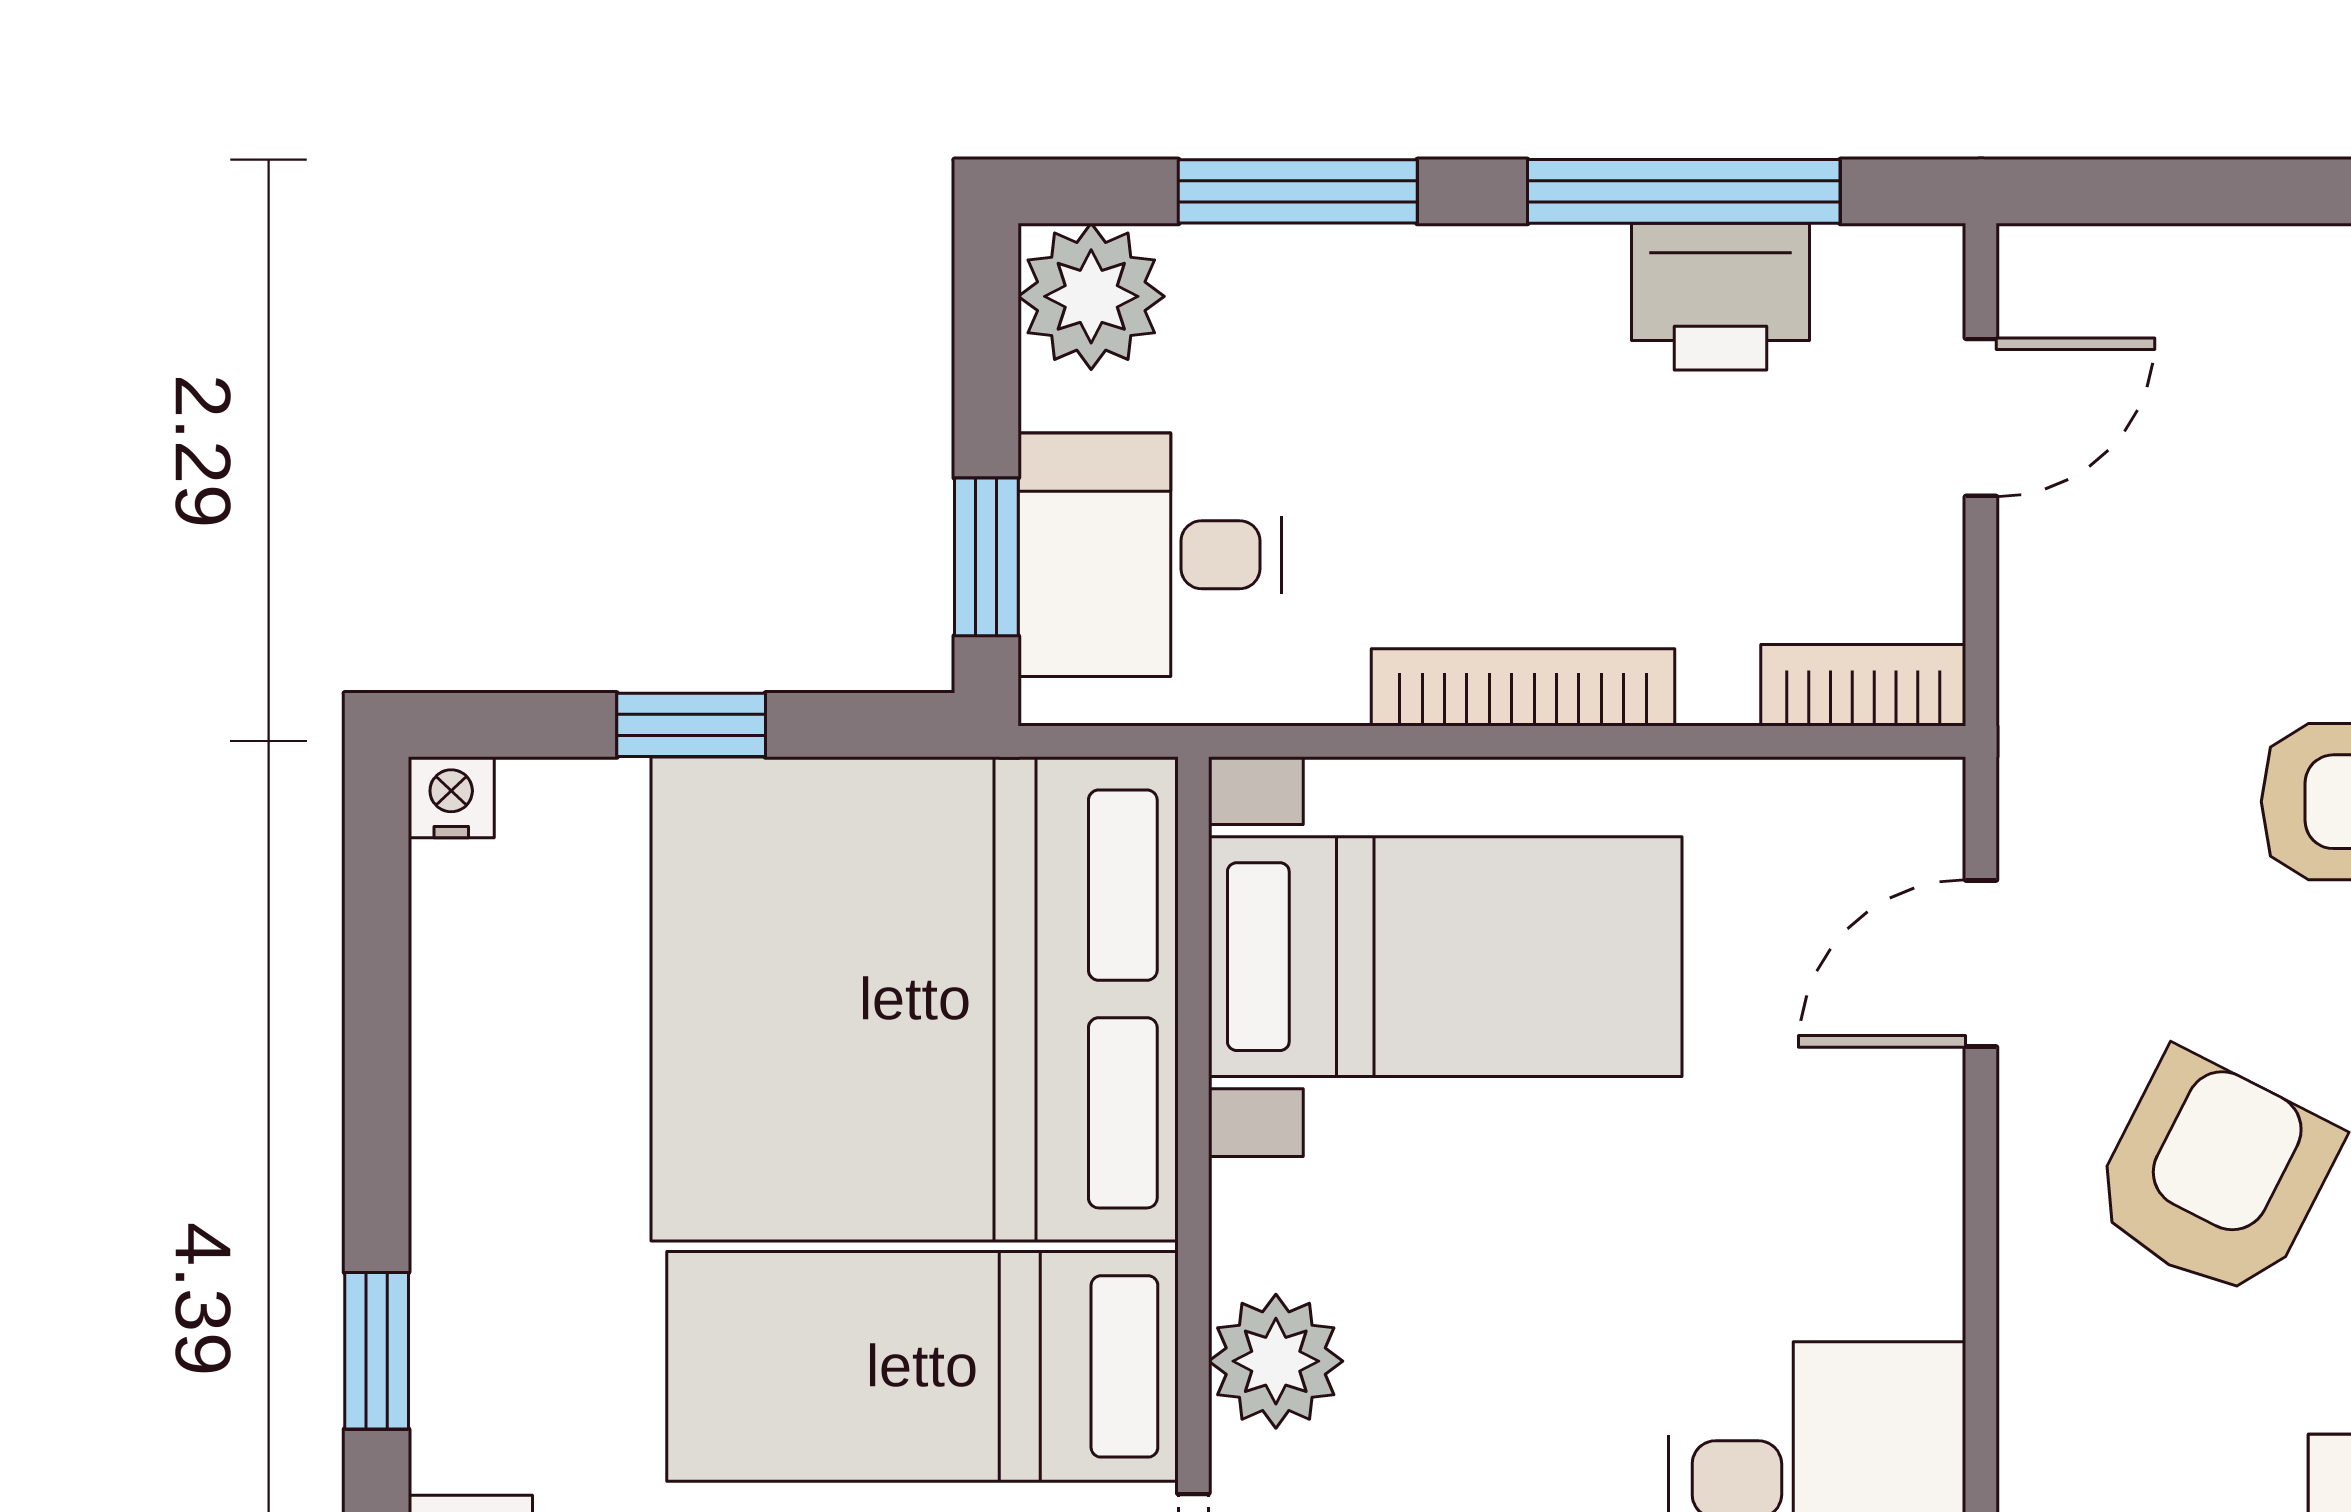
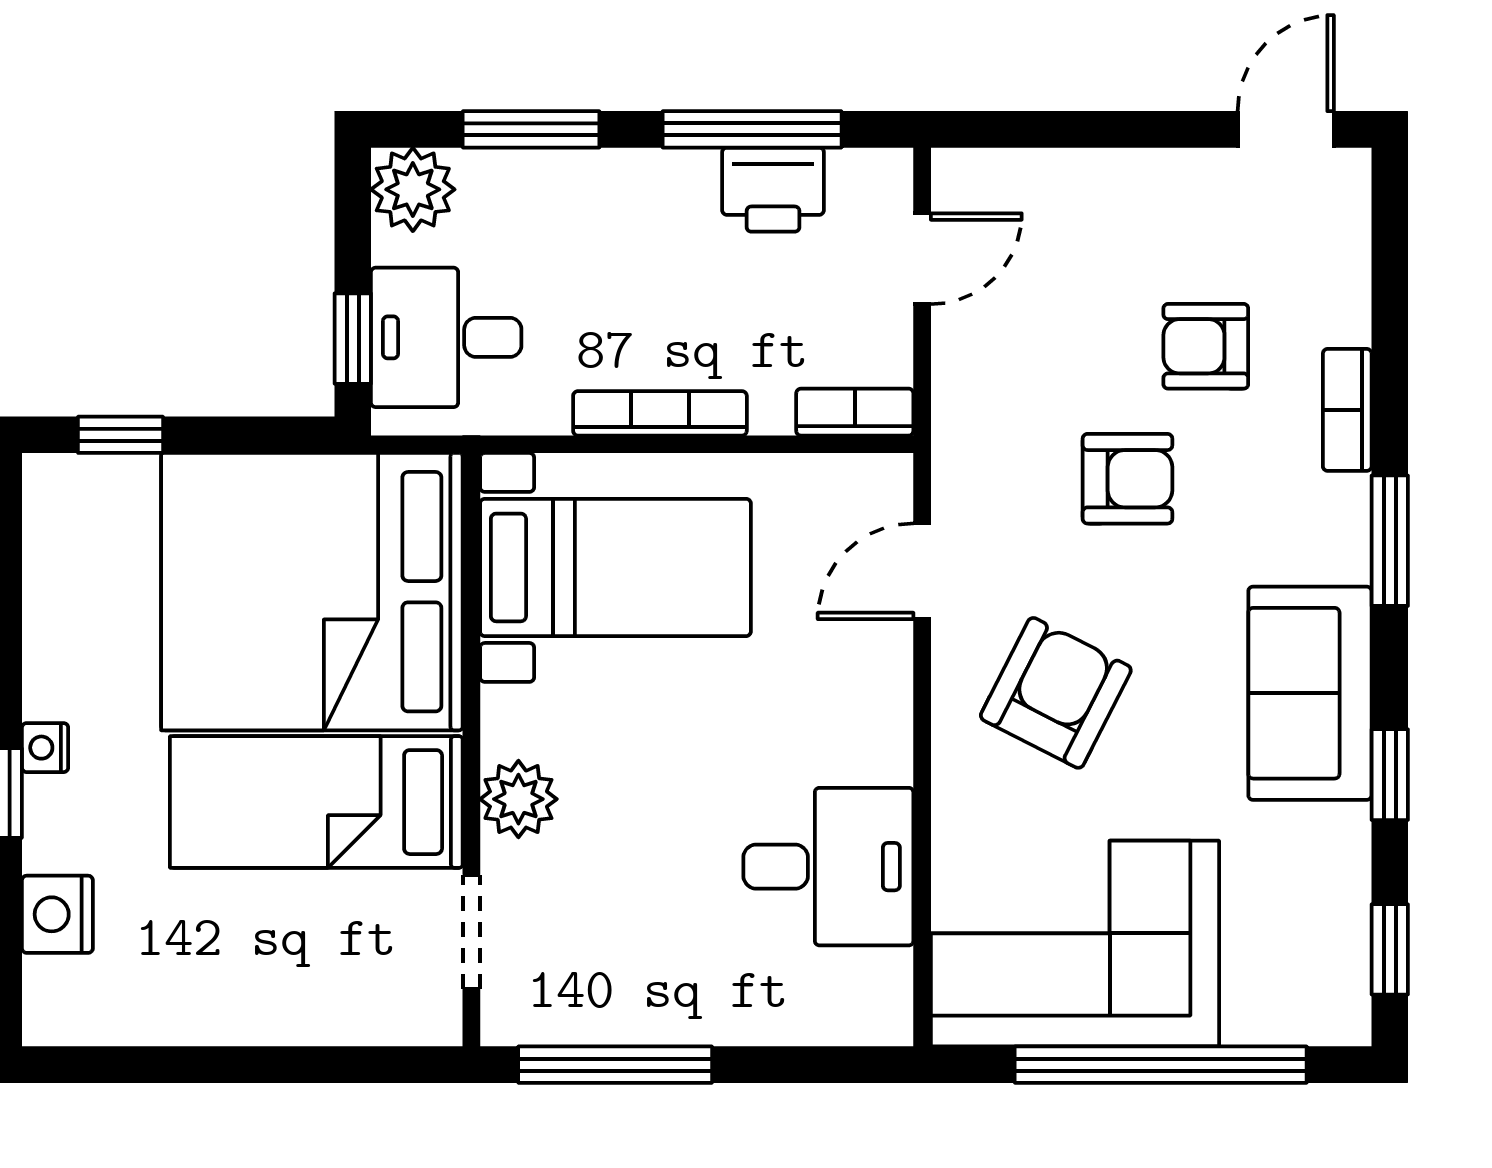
window: (691, 725) -> (120, 435), moved
nightstand: (451, 797) -> (45, 748), moved, turned -90

